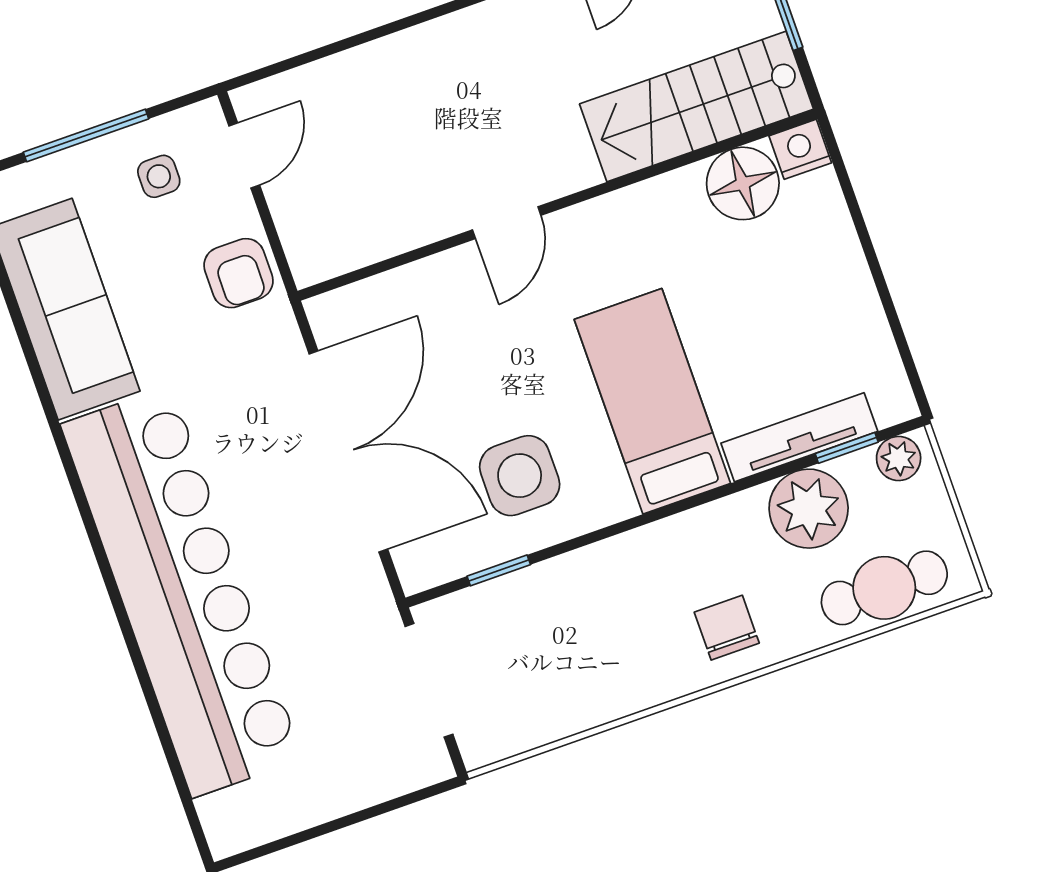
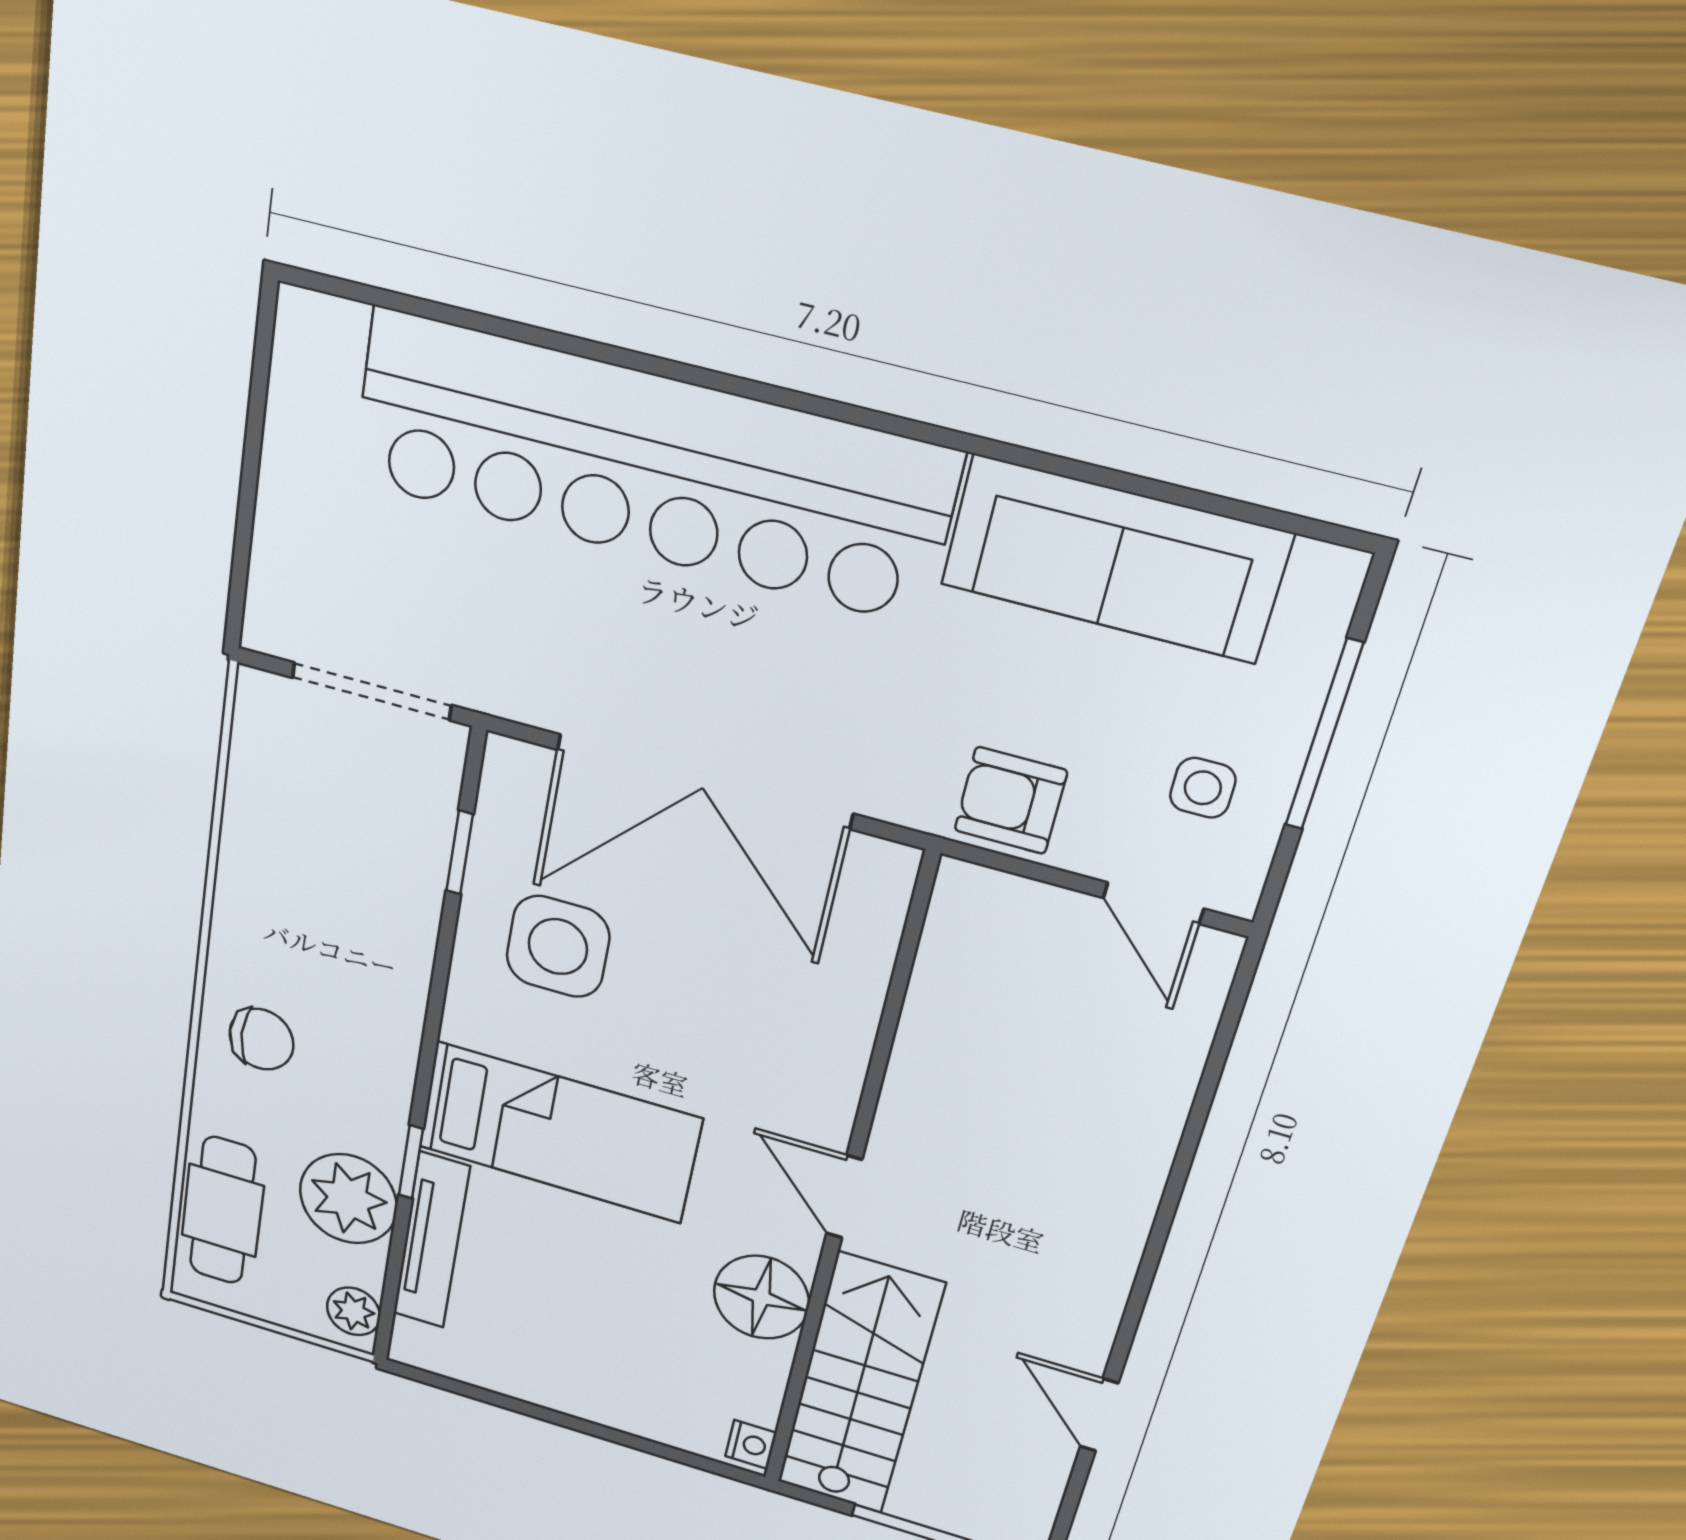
nightstand: (800, 149) -> (751, 1444), width x0.72, depth x0.74
floor lamp: (743, 183) -> (761, 1297), moved
door: (507, 223) -> (844, 1197), moved
window: (847, 448) -> (411, 1162), moved

